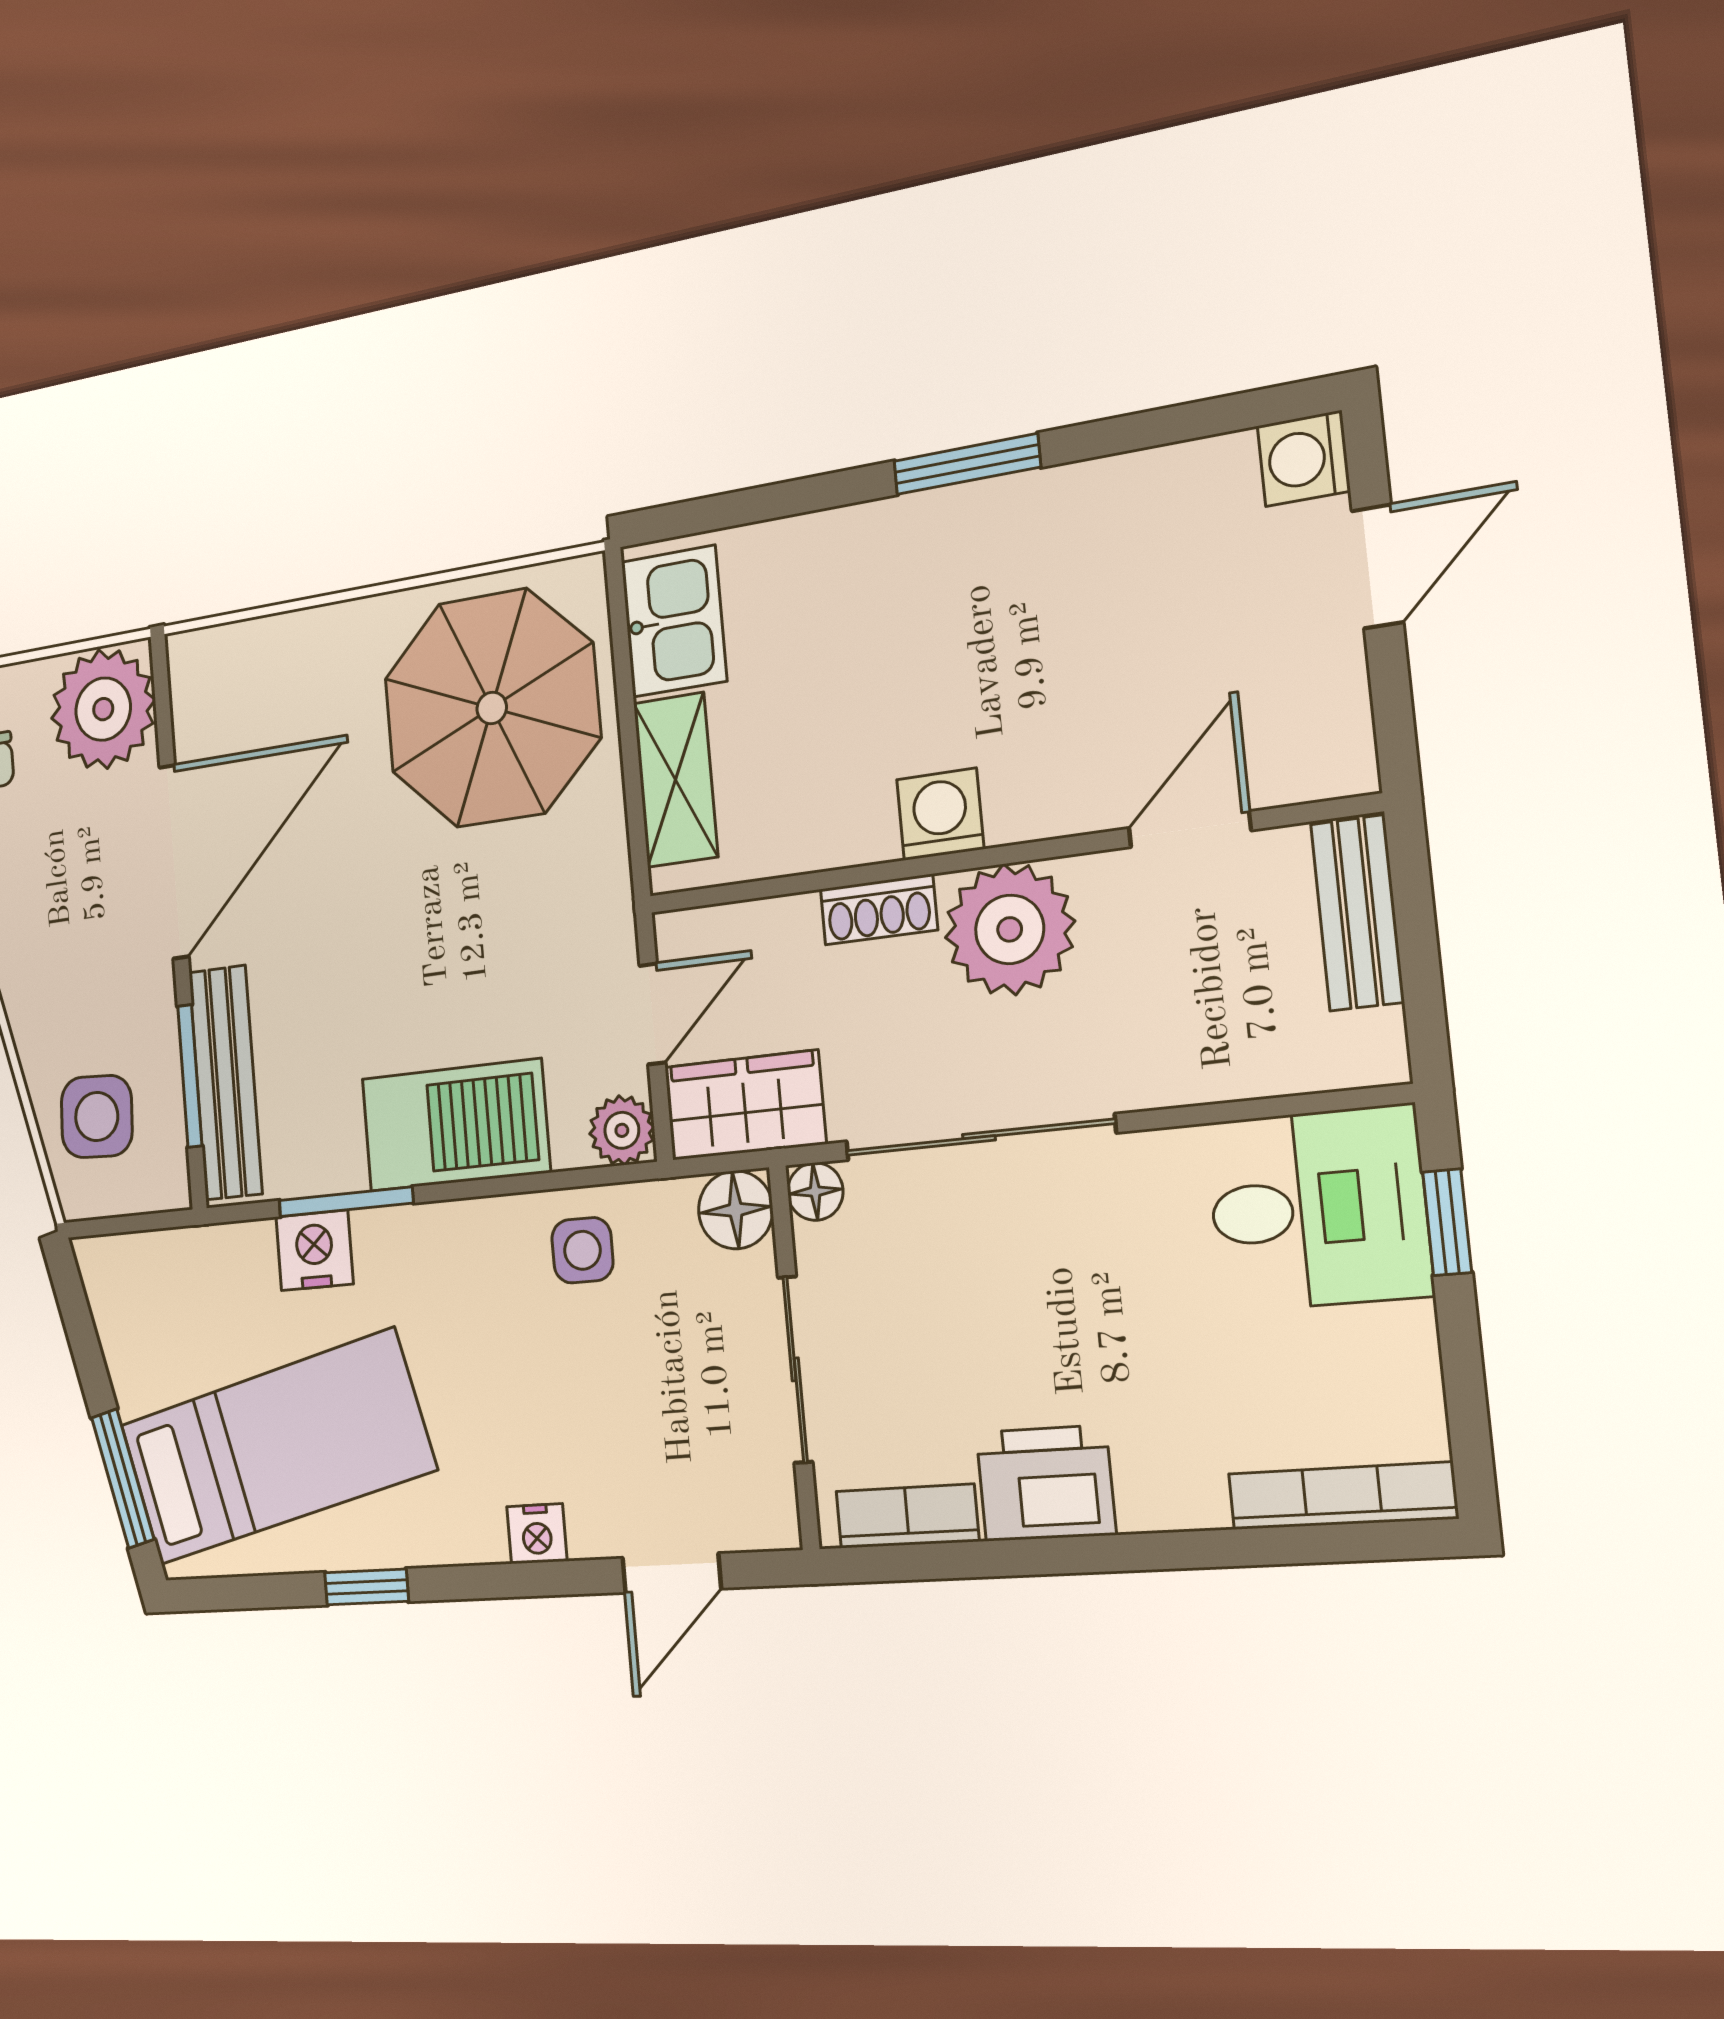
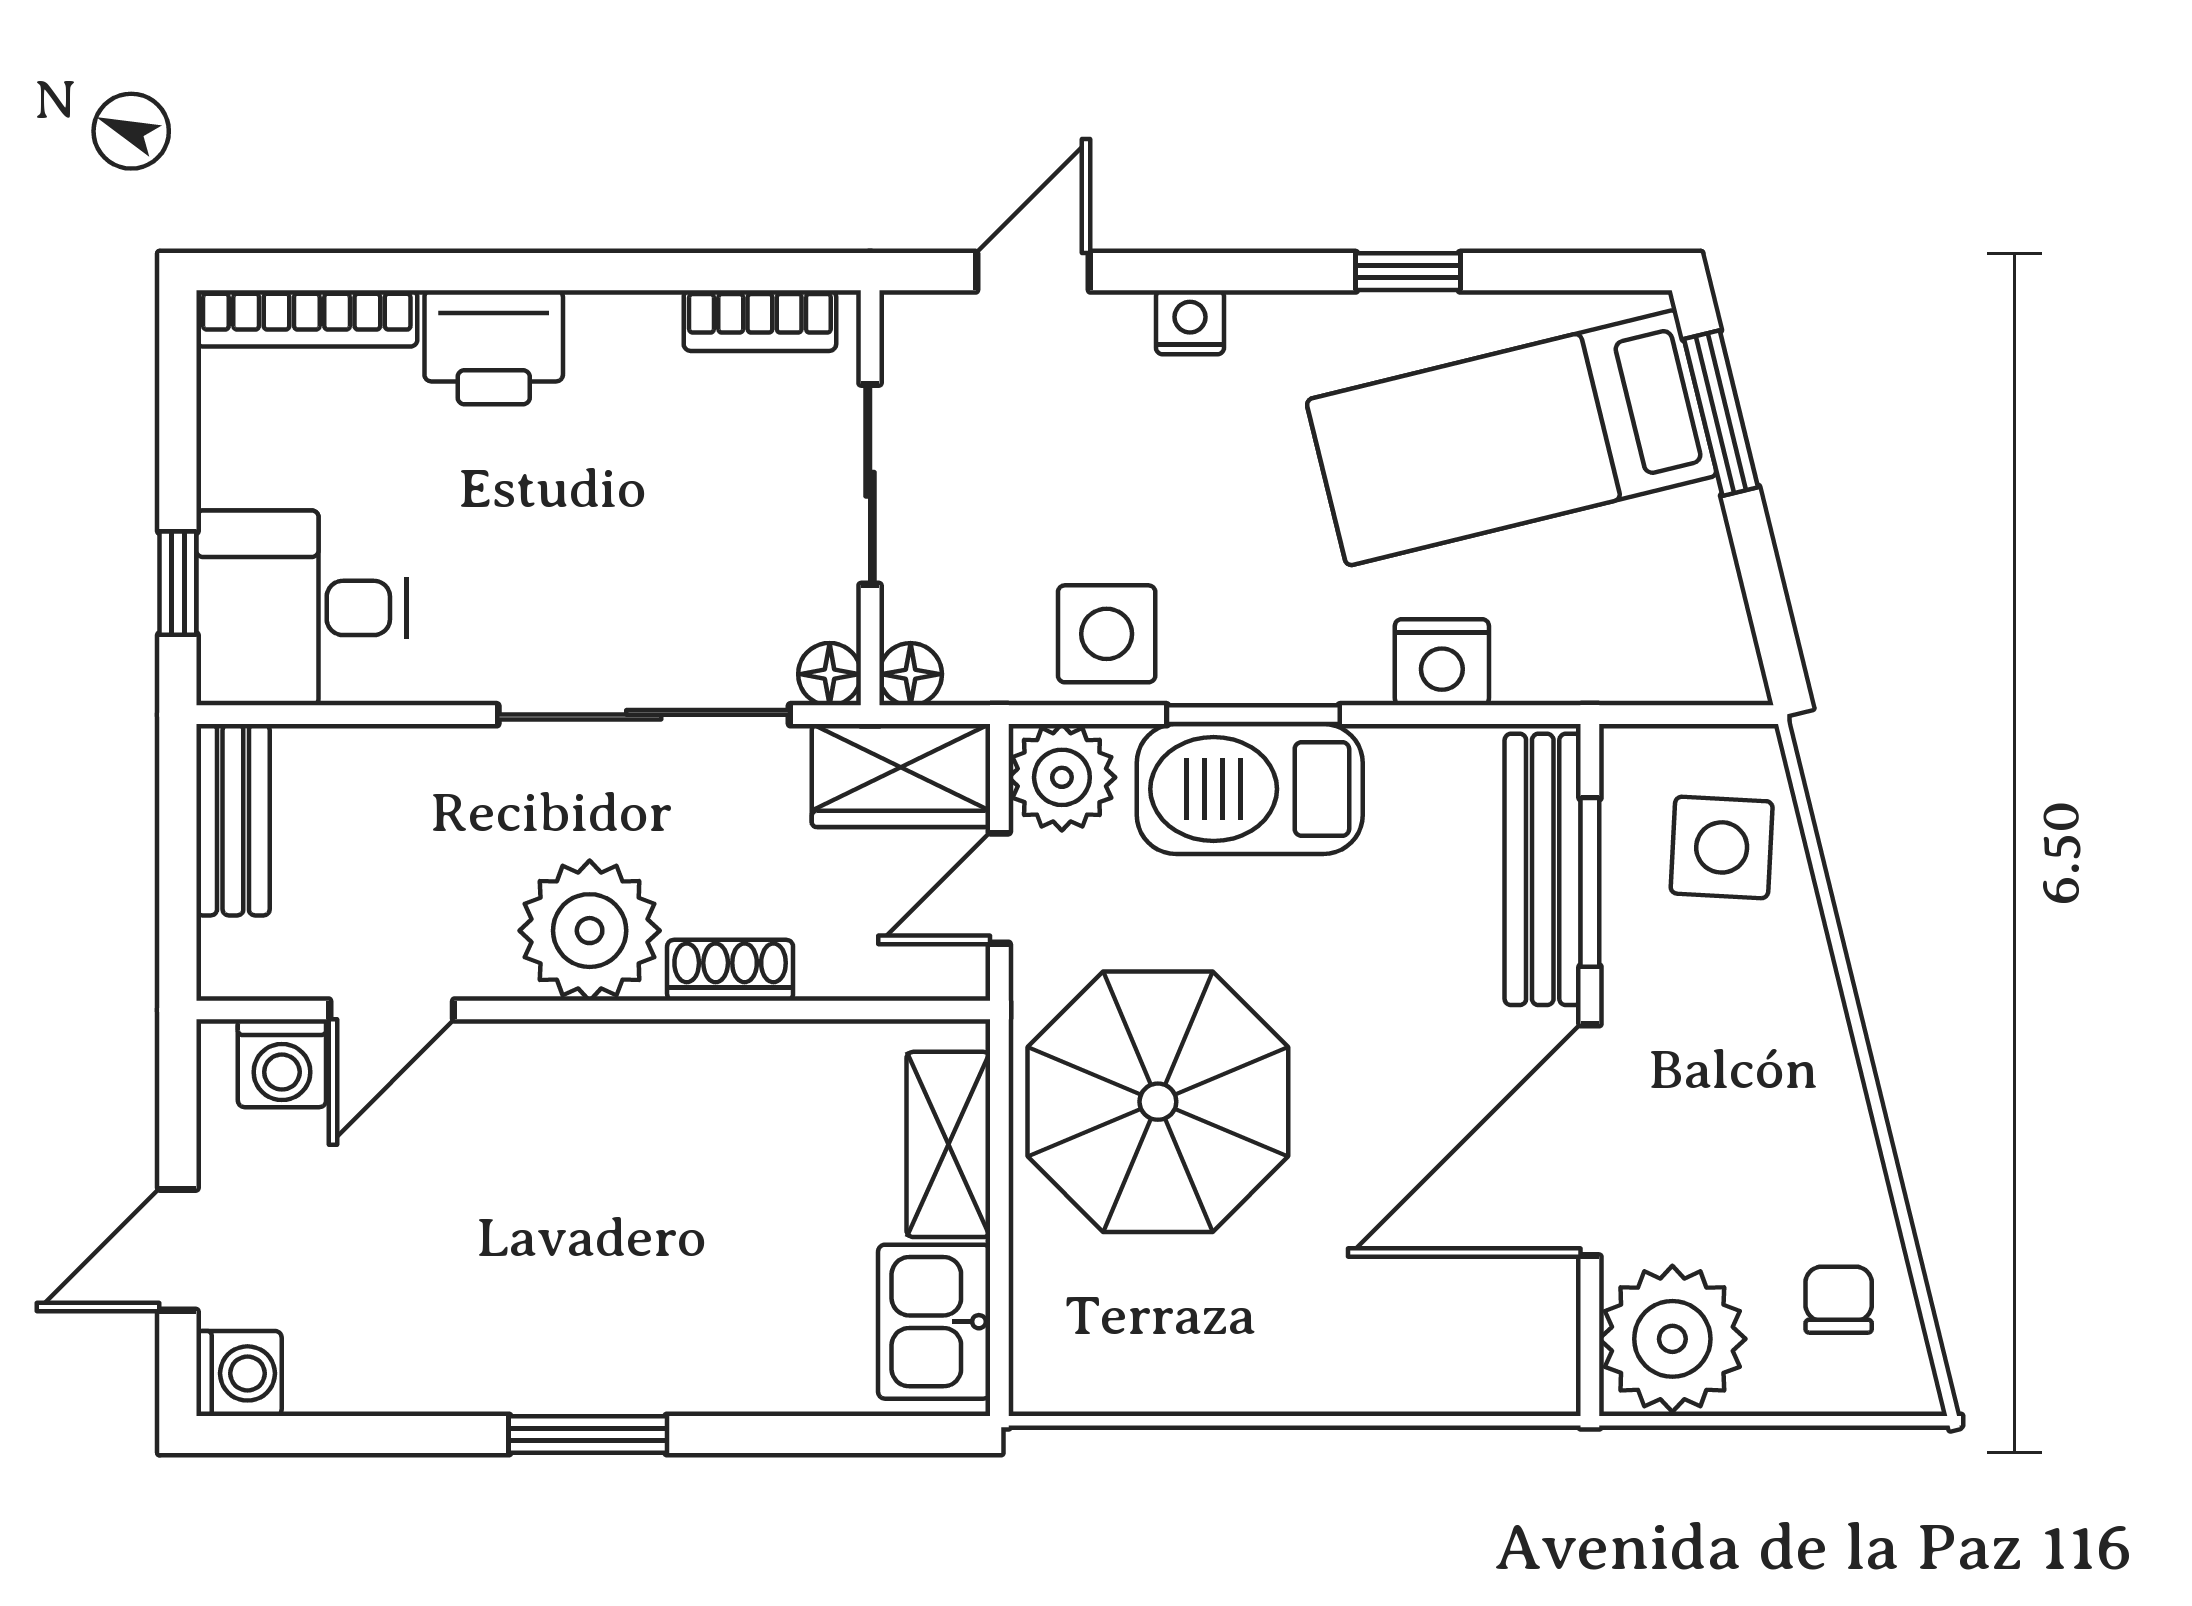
parasol: (492, 708) -> (1158, 1102), moved
washing machine: (940, 814) -> (282, 1063), moved
bench: (1357, 913) -> (233, 820), moved
plant: (622, 1130) -> (1062, 777), width x1.38, depth x1.38
window: (346, 1202) -> (1253, 715), moved
floor lamp: (736, 1210) -> (911, 674), width x0.73, depth x0.73
side table: (582, 1250) -> (1107, 634), width x1.37, depth x1.37
printer: (1046, 1483) -> (494, 347), moved

